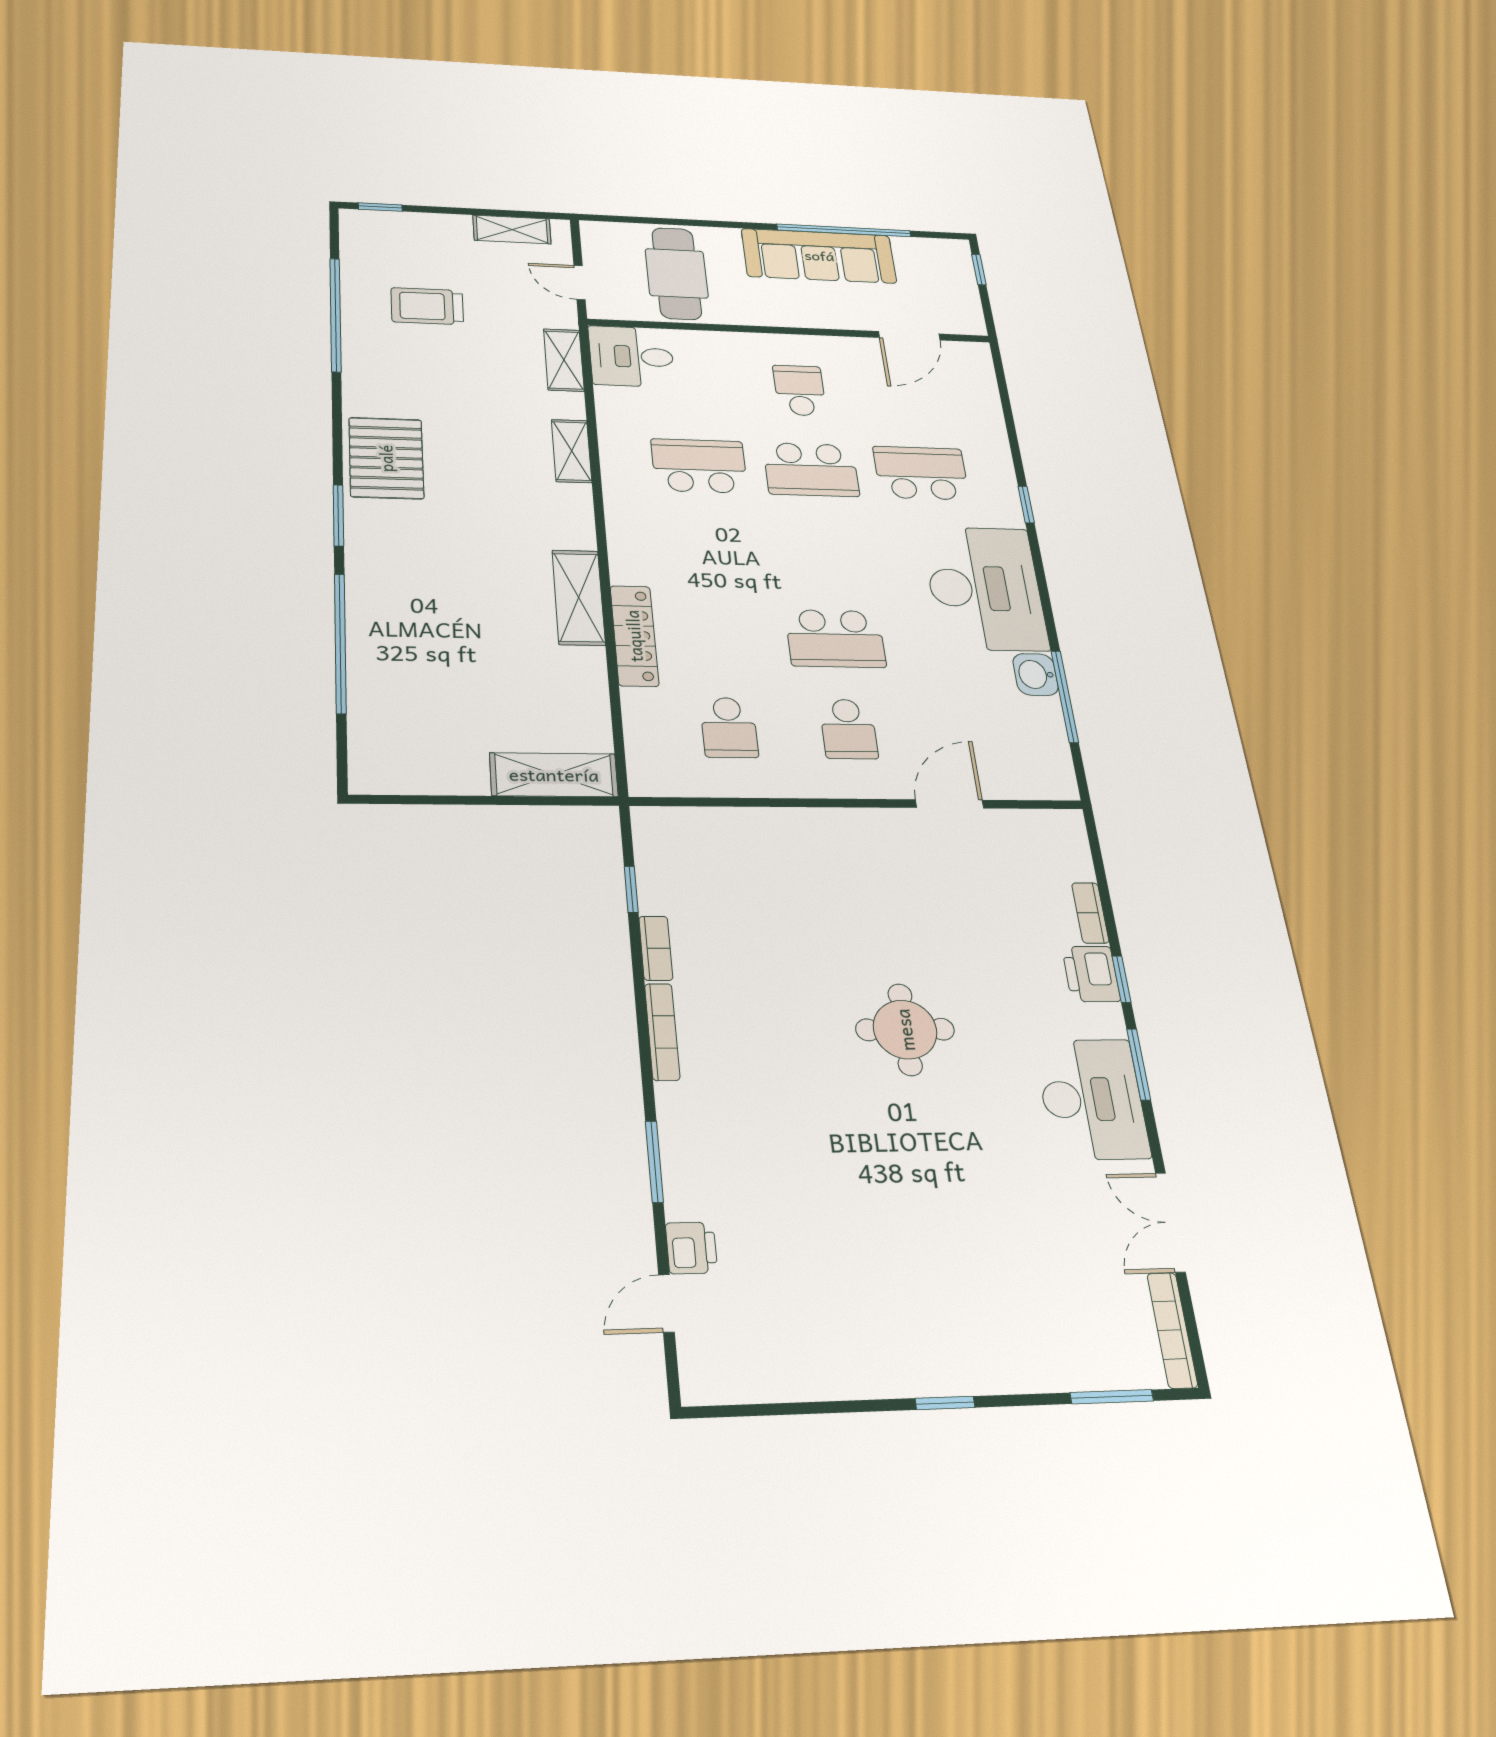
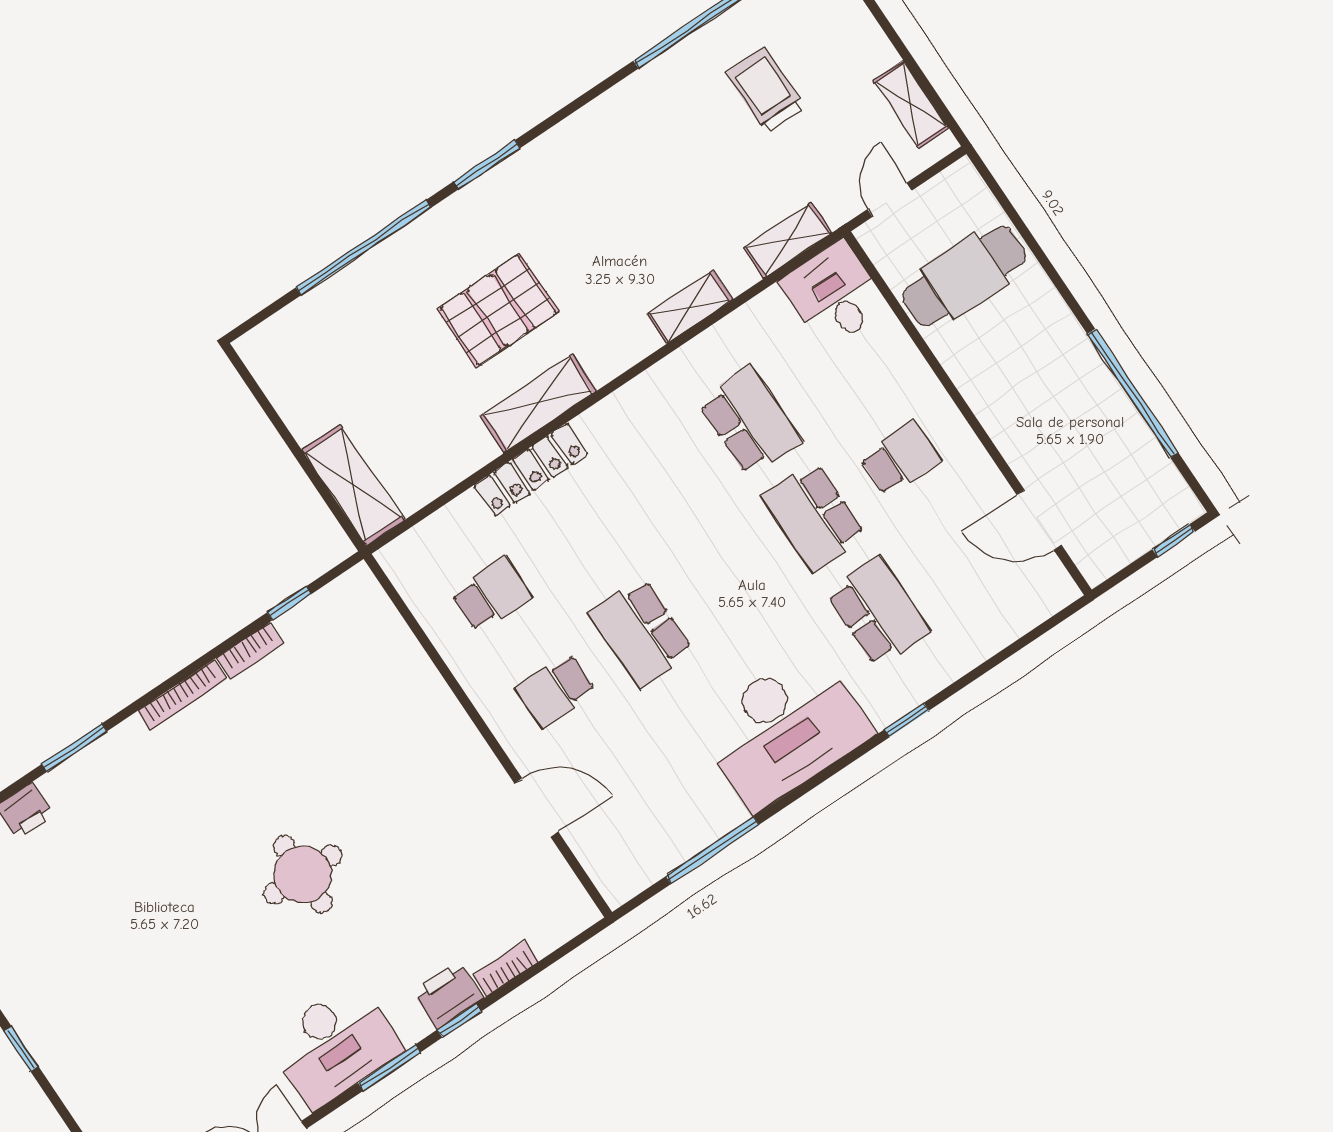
sofa: (819, 256) -> (1082, 388), removed
pallet: (386, 458) -> (498, 310), moved
washbasin: (1036, 674) -> (719, 815), removed
school desk: (729, 727) -> (491, 595), turned 180

